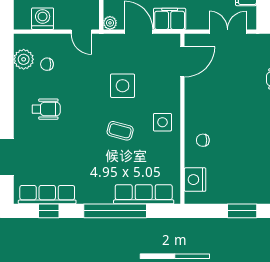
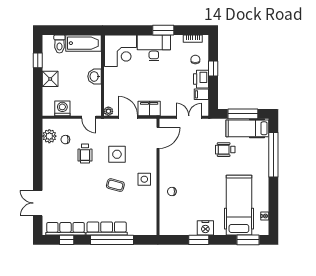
wheelchair: (46, 109) -> (85, 154), moved, turned 90
nightstand: (195, 180) -> (205, 228), moved, turned -90
row of seats: (144, 194) -> (107, 228), moved

